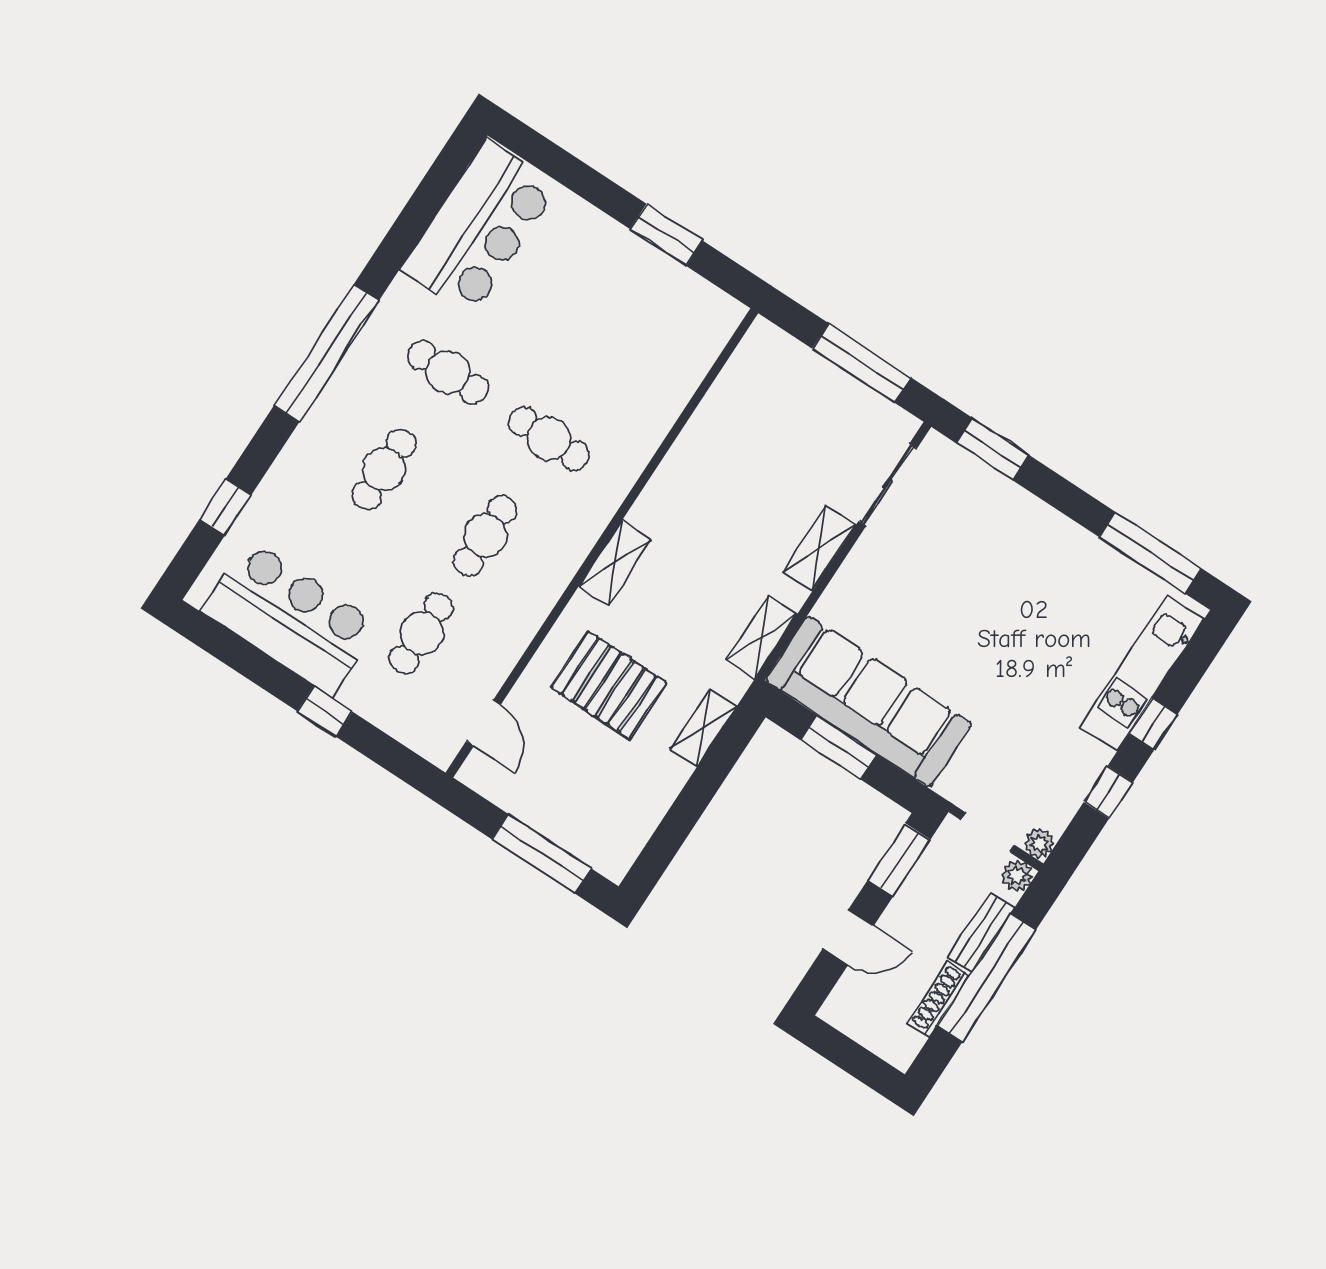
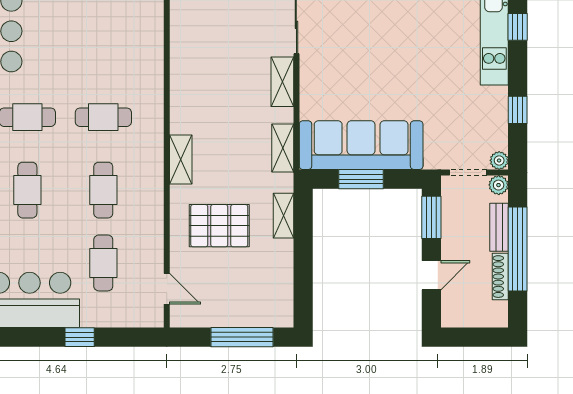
window: (1153, 724) -> (518, 27), moved

